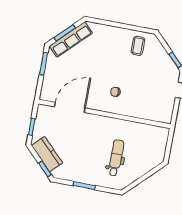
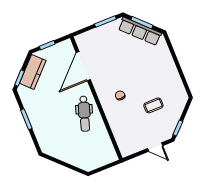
coffee table: (138, 46) -> (153, 105), moved
door: (70, 107) -> (83, 66), swing flipped
dental chair: (116, 158) -> (84, 114), moved, turned 108

